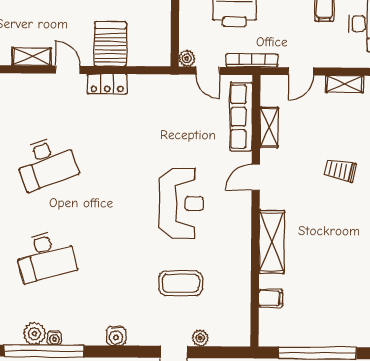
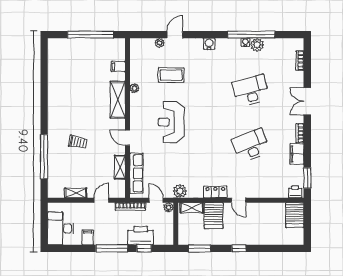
shelving: (32, 57) -> (192, 208), moved
plant: (167, 86) -> (180, 191), added
door: (256, 177) -> (128, 138), swing flipped
plant: (243, 261) -> (134, 88), added

